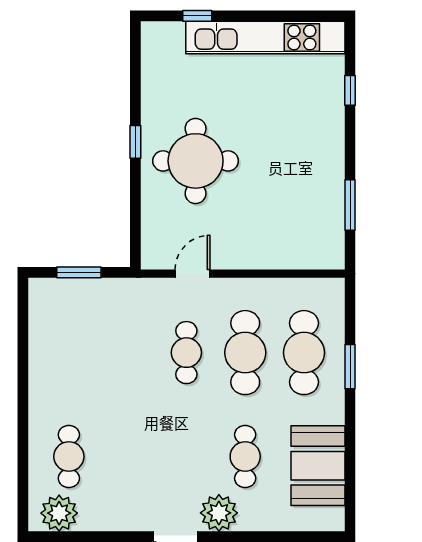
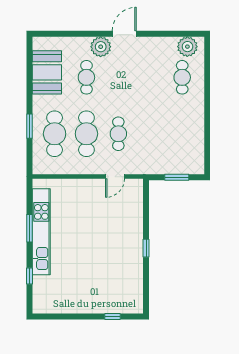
kitchen unit: (265, 37) -> (41, 232), moved, turned 90
round table: (196, 161) -> (113, 238), removed
window: (350, 205) -> (30, 228), moved

